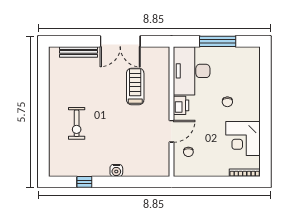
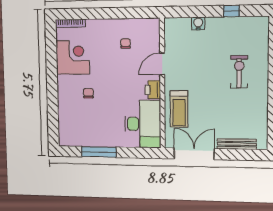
desk: (192, 71) -> (143, 124), moved
printer: (181, 105) -> (153, 90), moved
wall: (171, 112) -> (162, 84), moved
door: (171, 131) -> (162, 64), moved

